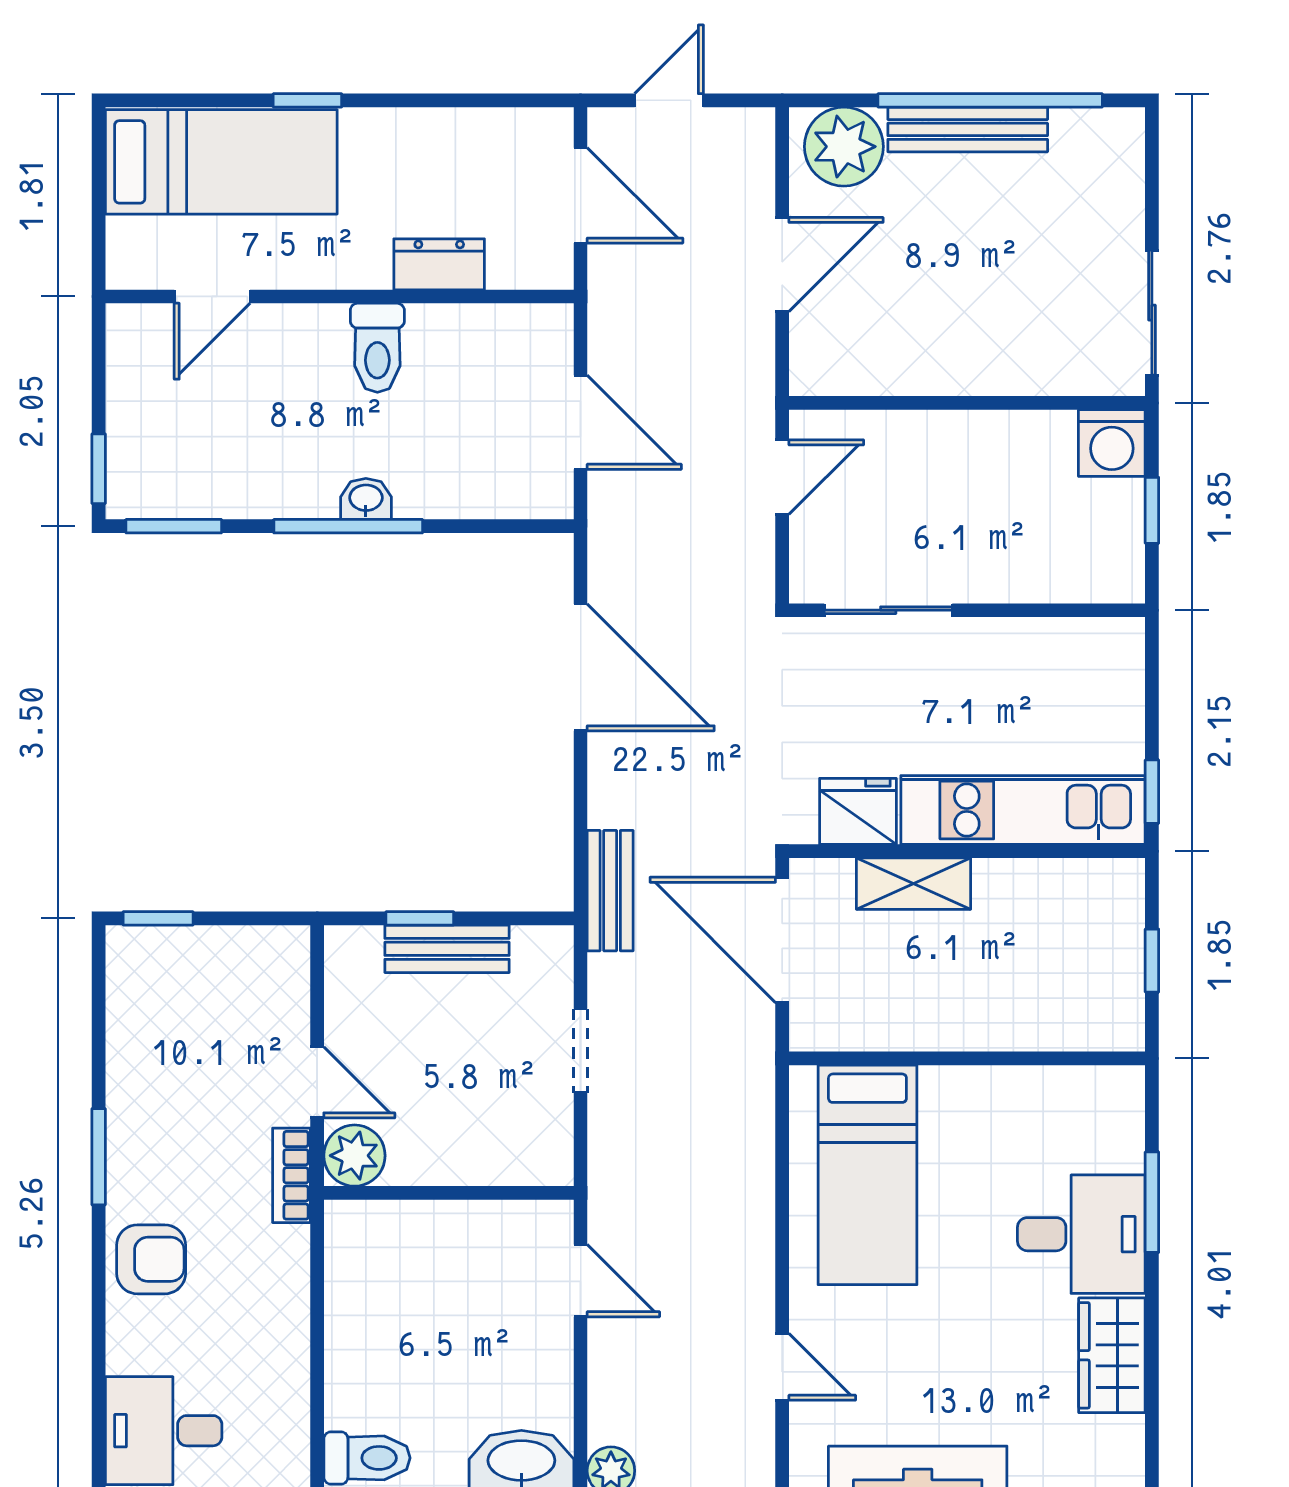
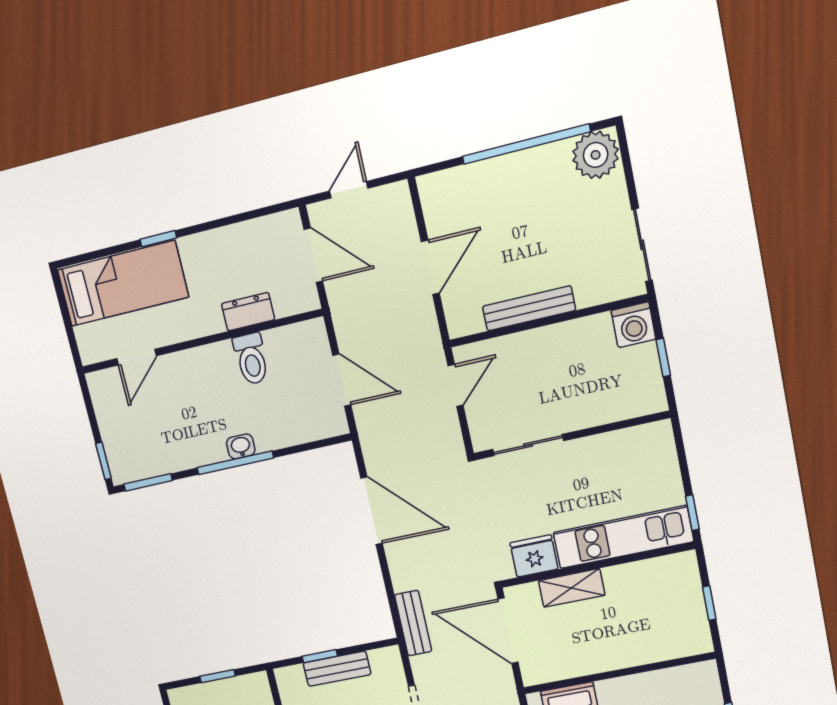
bench: (968, 129) -> (529, 308), moved
plant: (844, 147) -> (596, 155), moved
toilet: (377, 348) -> (251, 359), moved
window: (158, 918) -> (218, 676), moved

